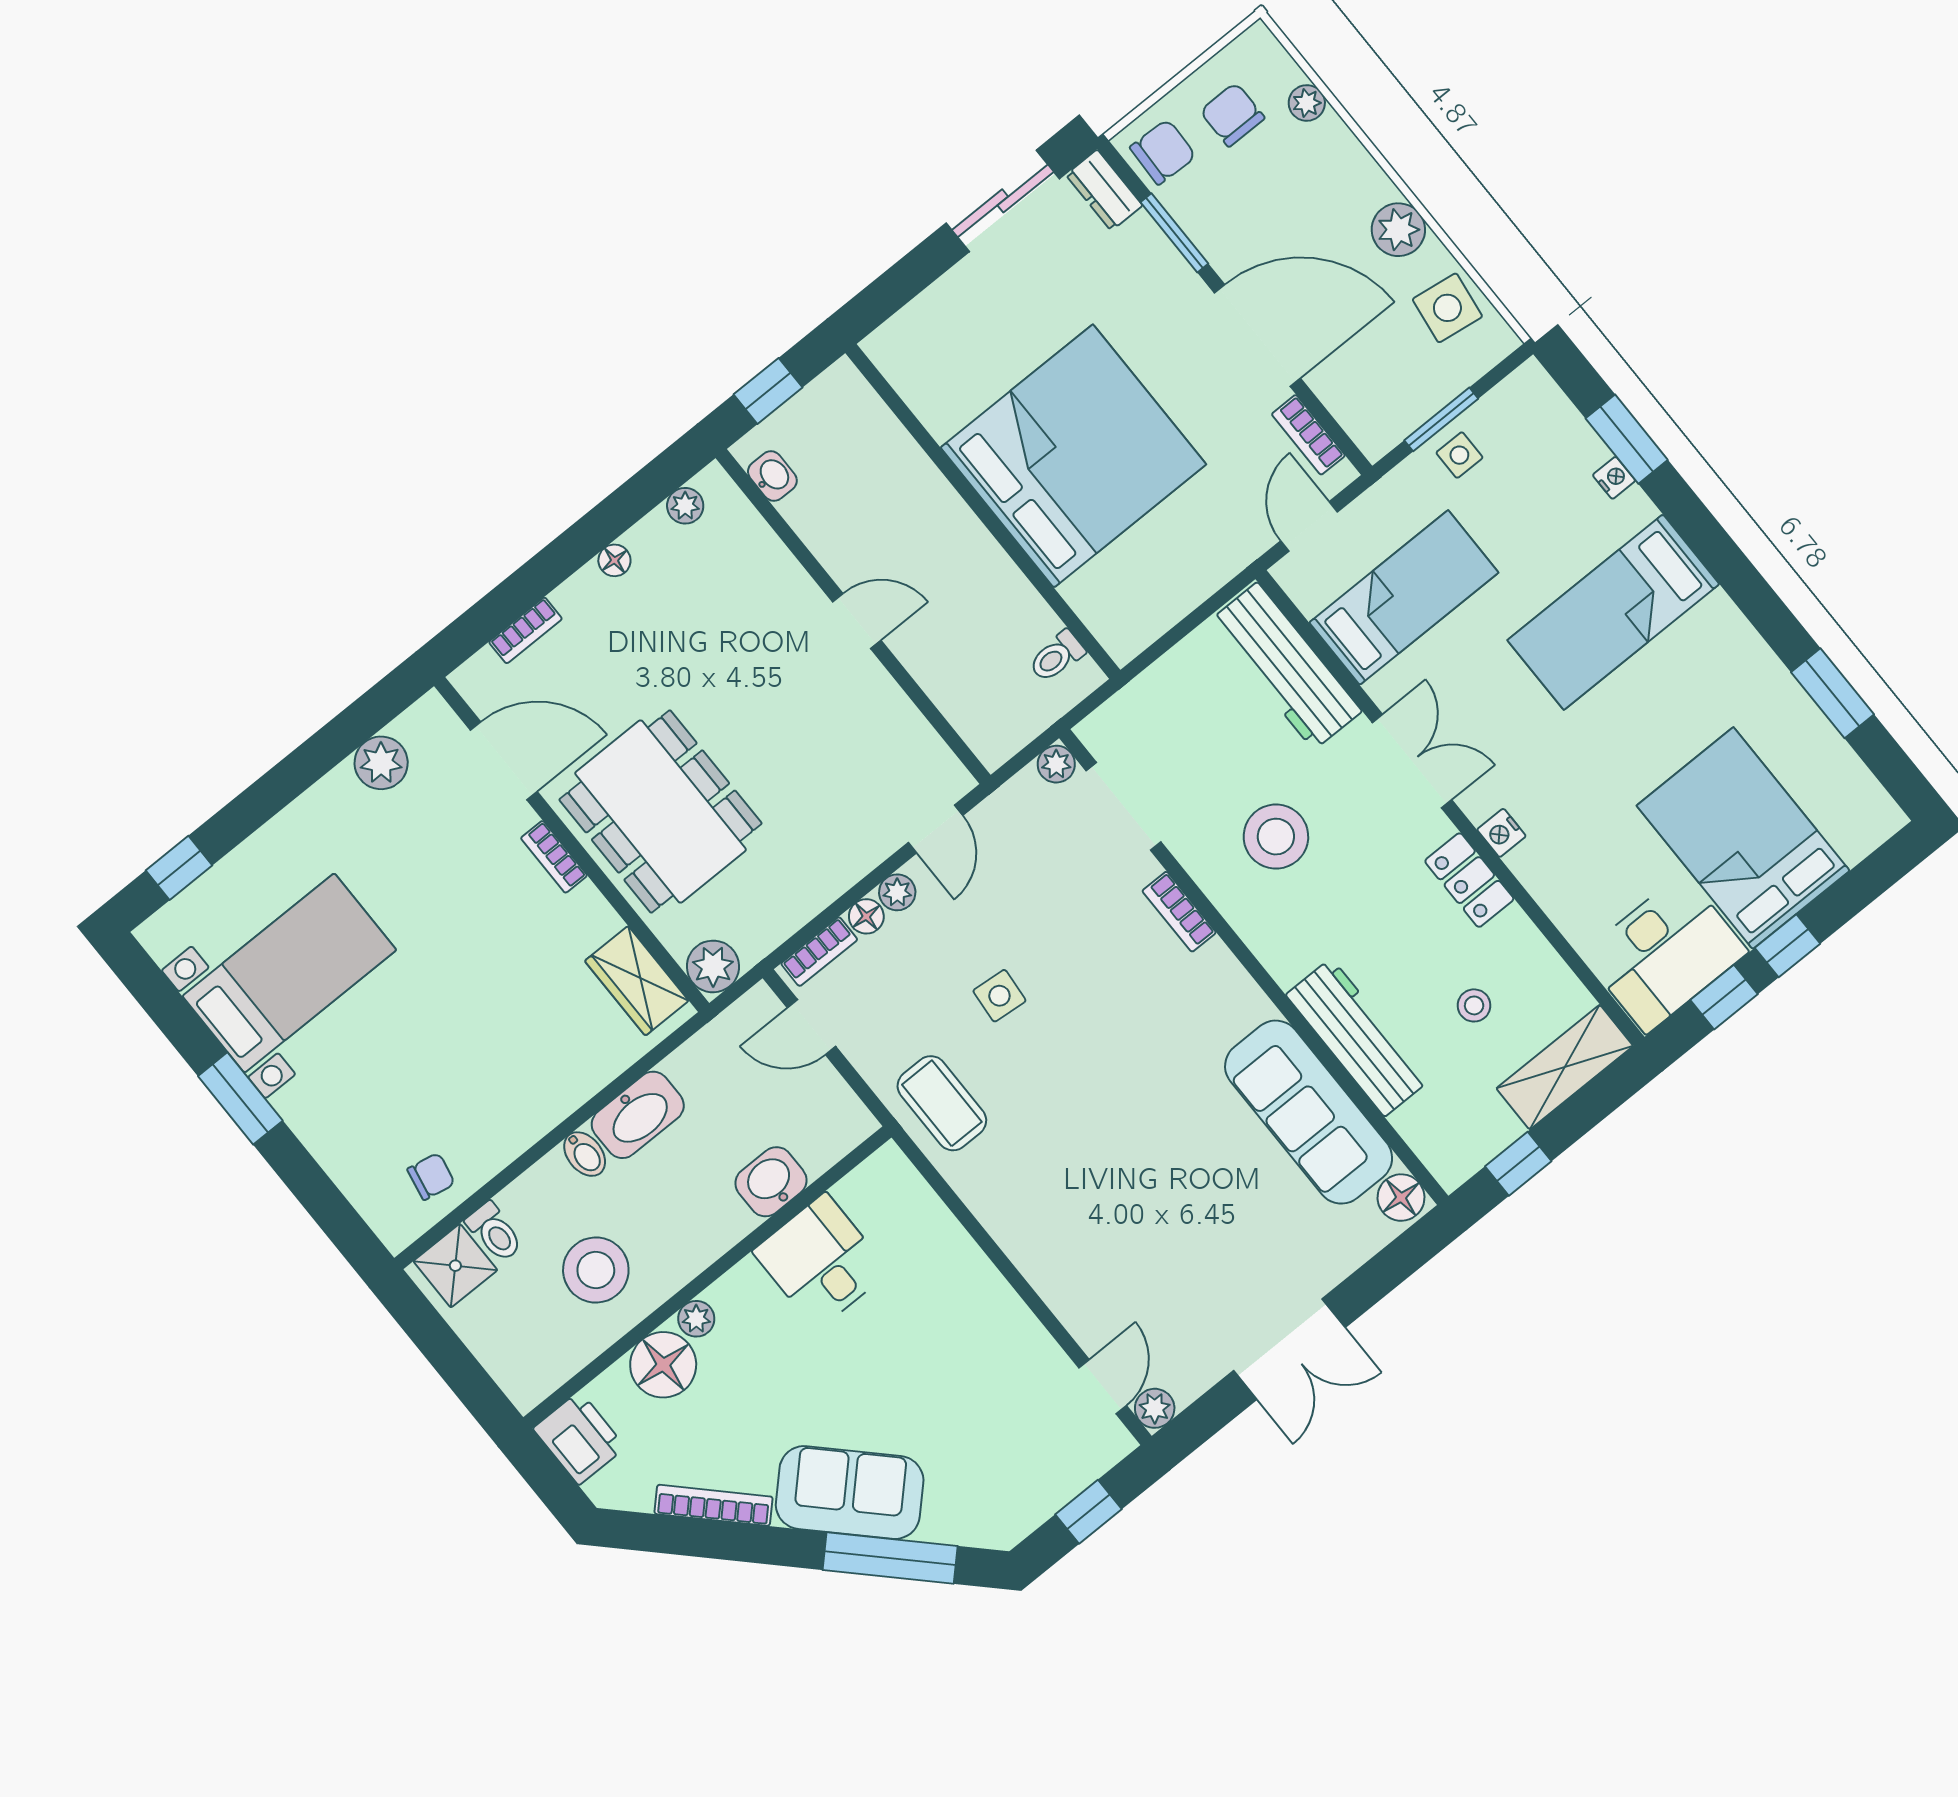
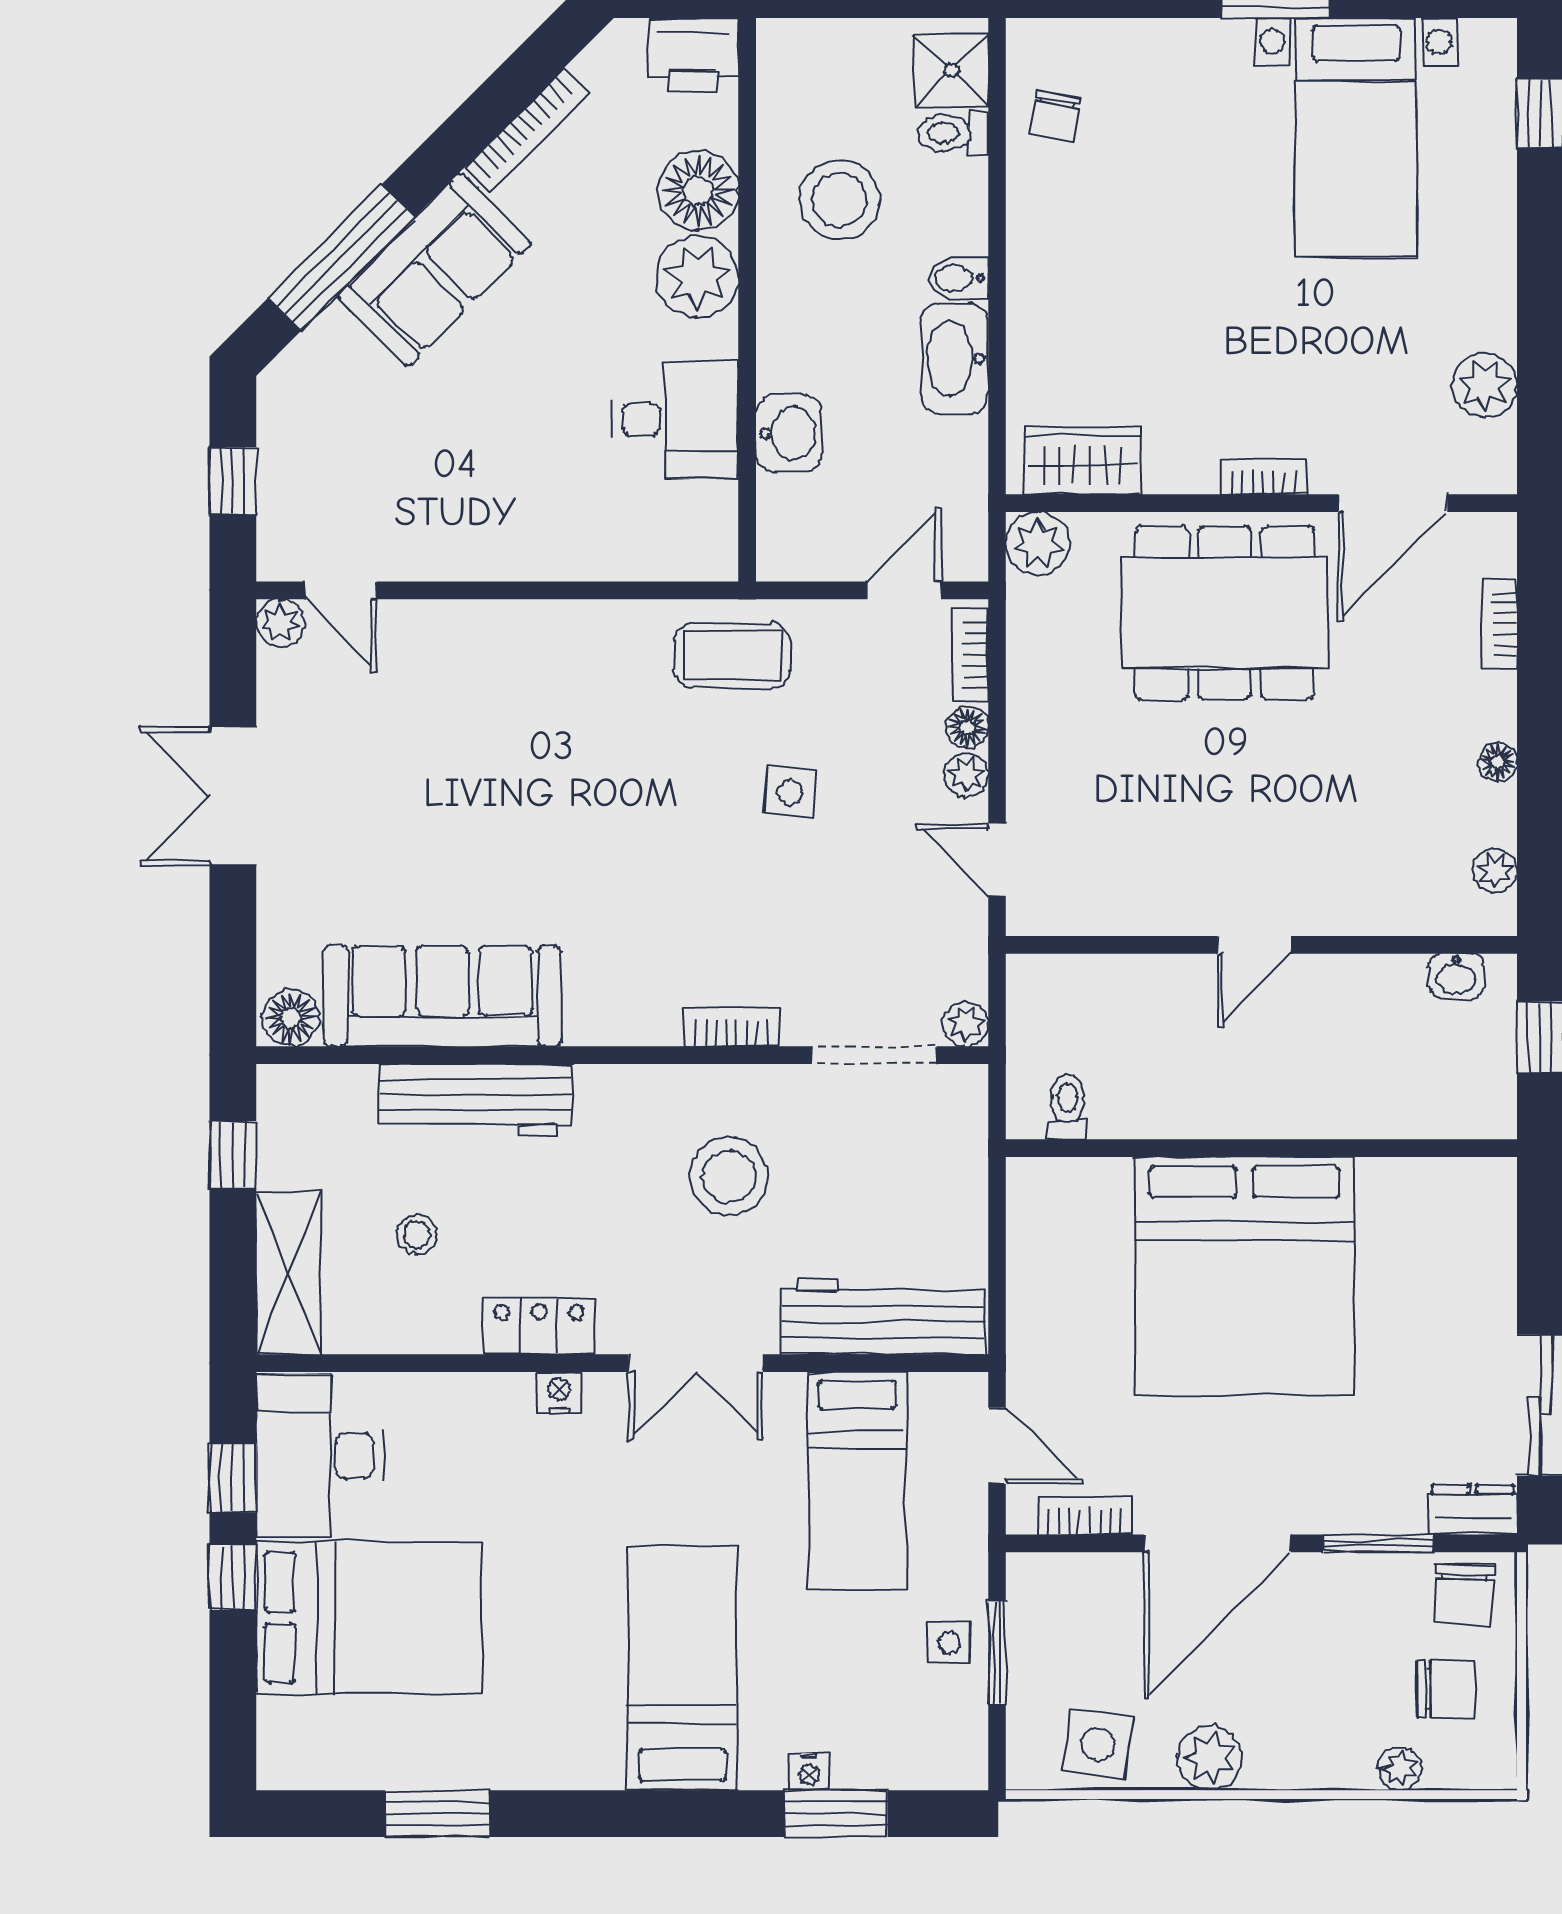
plant: (696, 1319) -> (697, 277), width x1.87, depth x1.87

